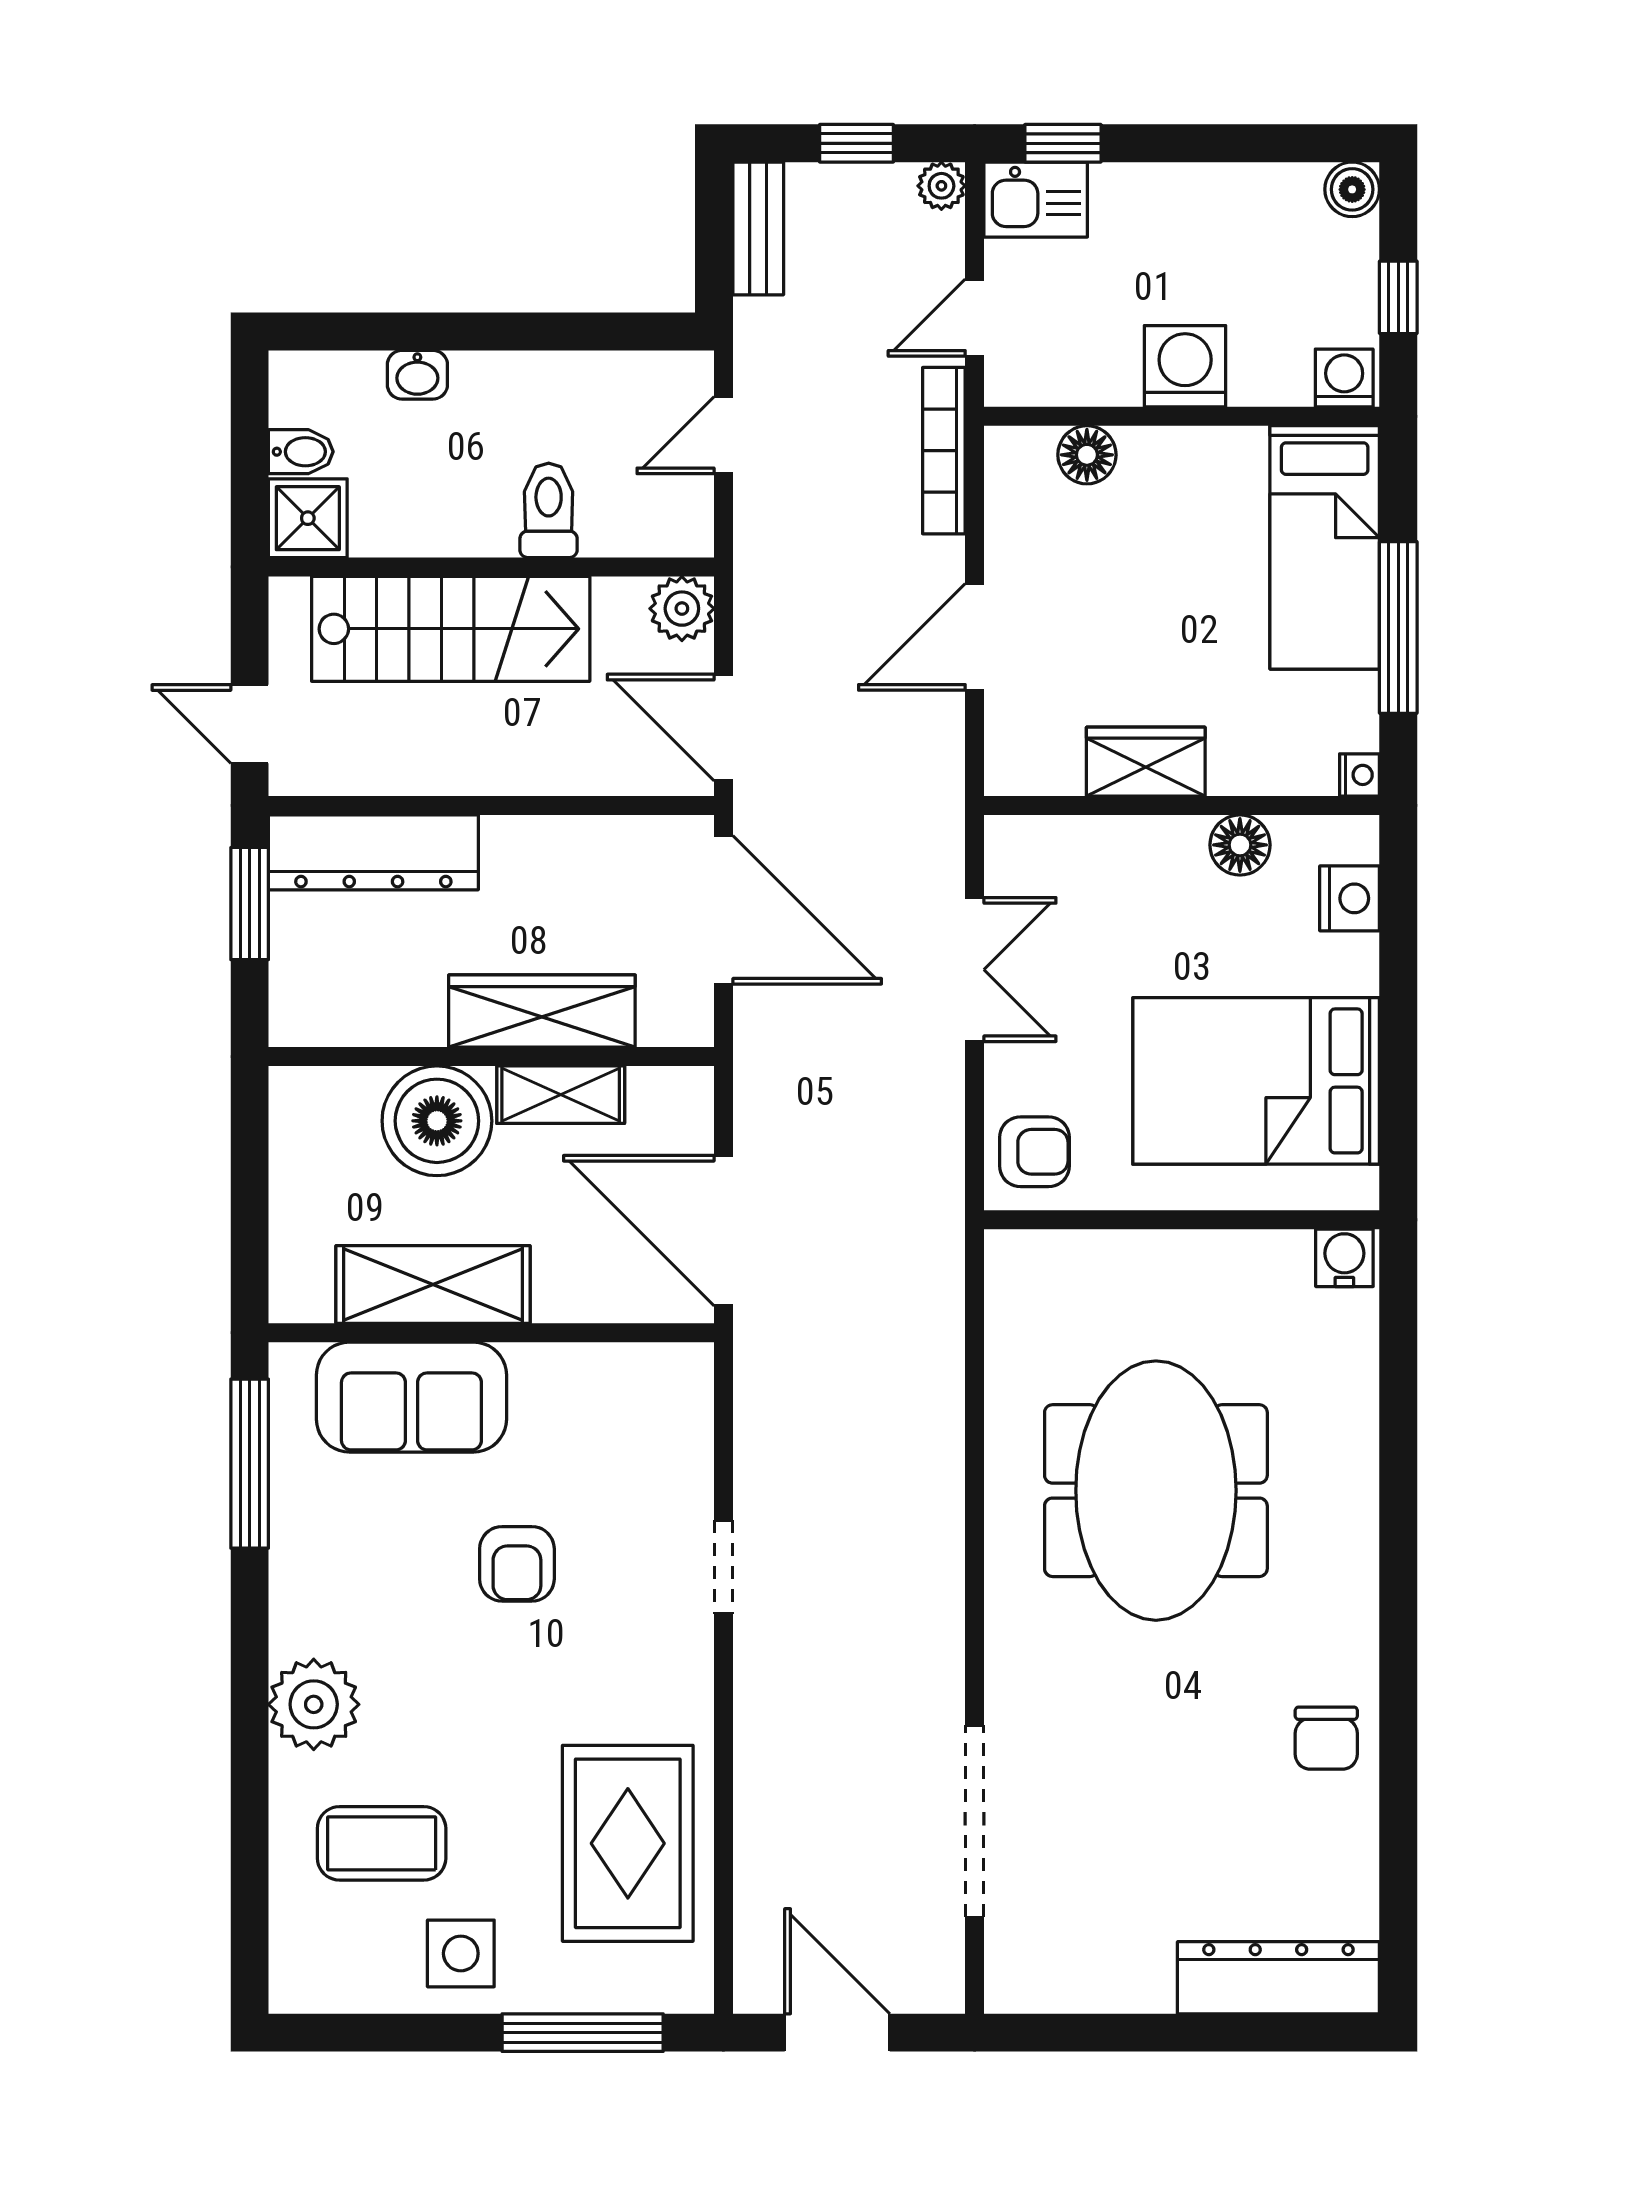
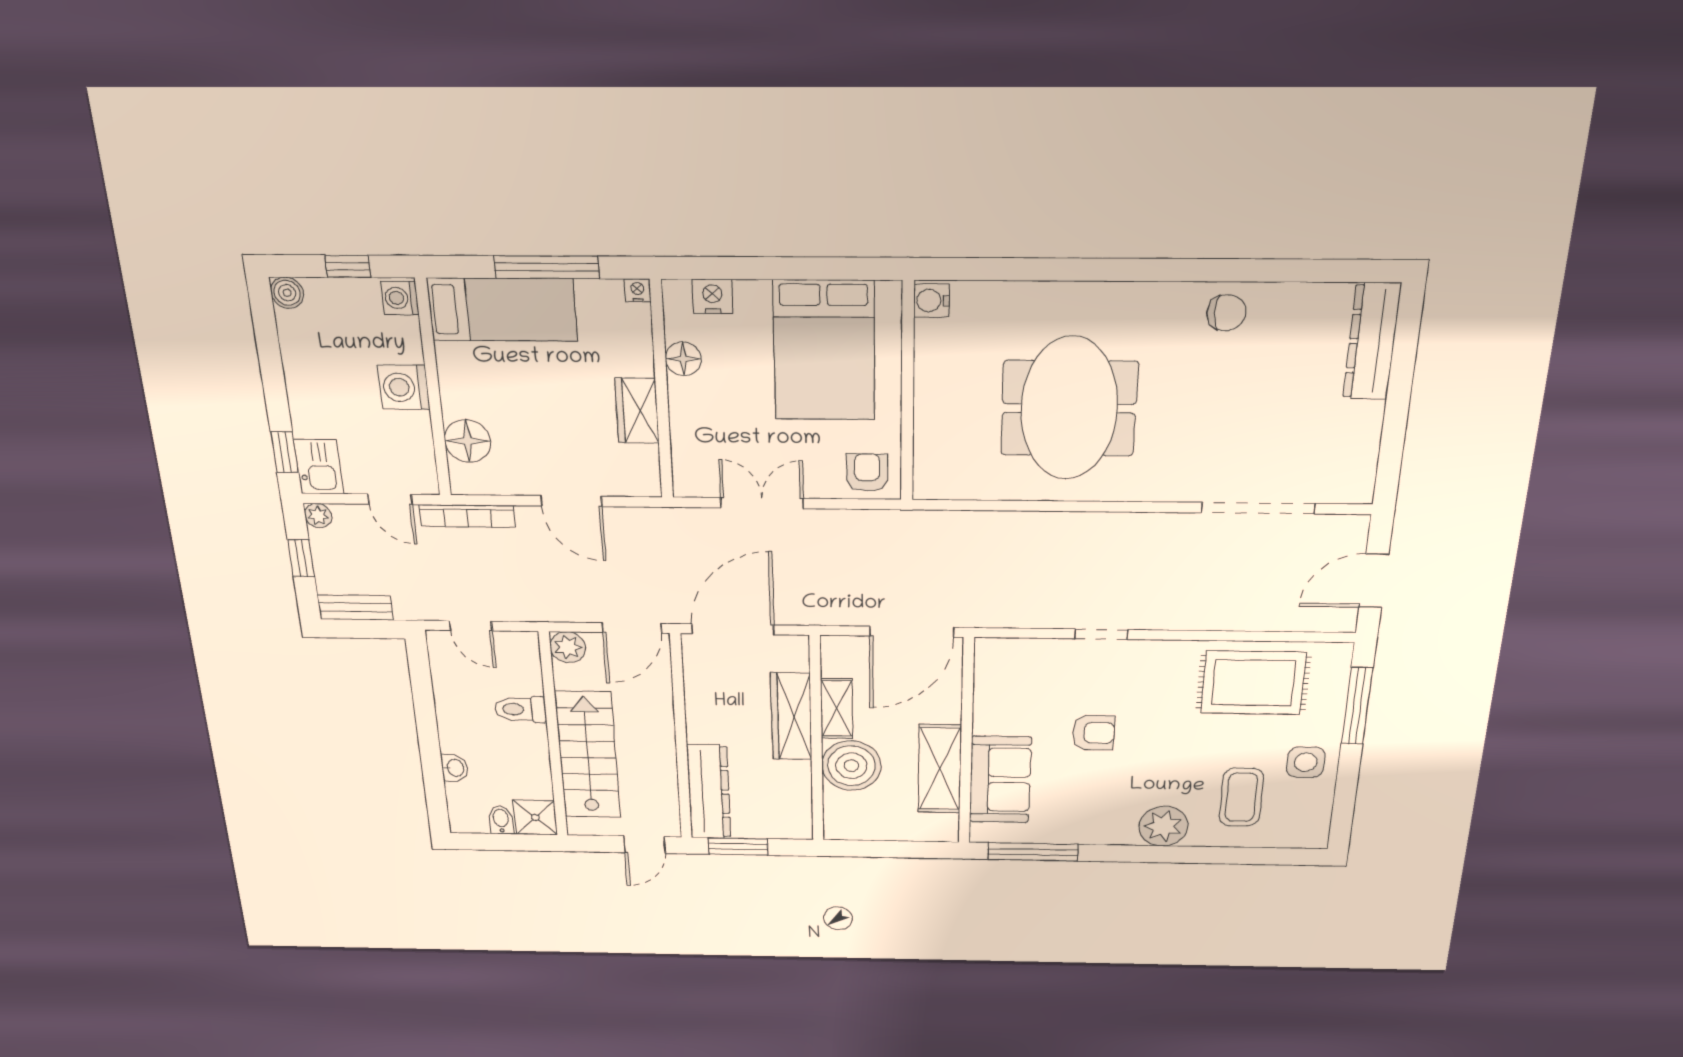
floor lamp: (1087, 455) -> (468, 441), width x1.38, depth x1.38
meeting table: (1156, 1491) -> (1069, 408), turned 90

